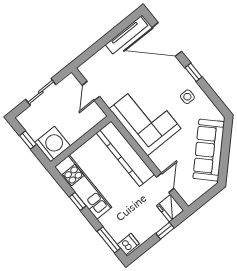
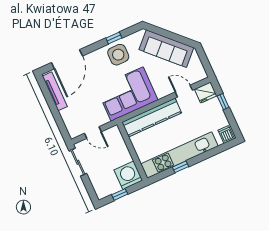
window: (193, 72) -> (114, 38), moved
sliding door: (41, 92) -> (78, 162), moved
side table: (187, 97) -> (118, 55), width x1.87, depth x1.87
kitchen unit: (83, 187) -> (179, 155), width x1.36
window: (109, 240) -> (219, 150), removed

